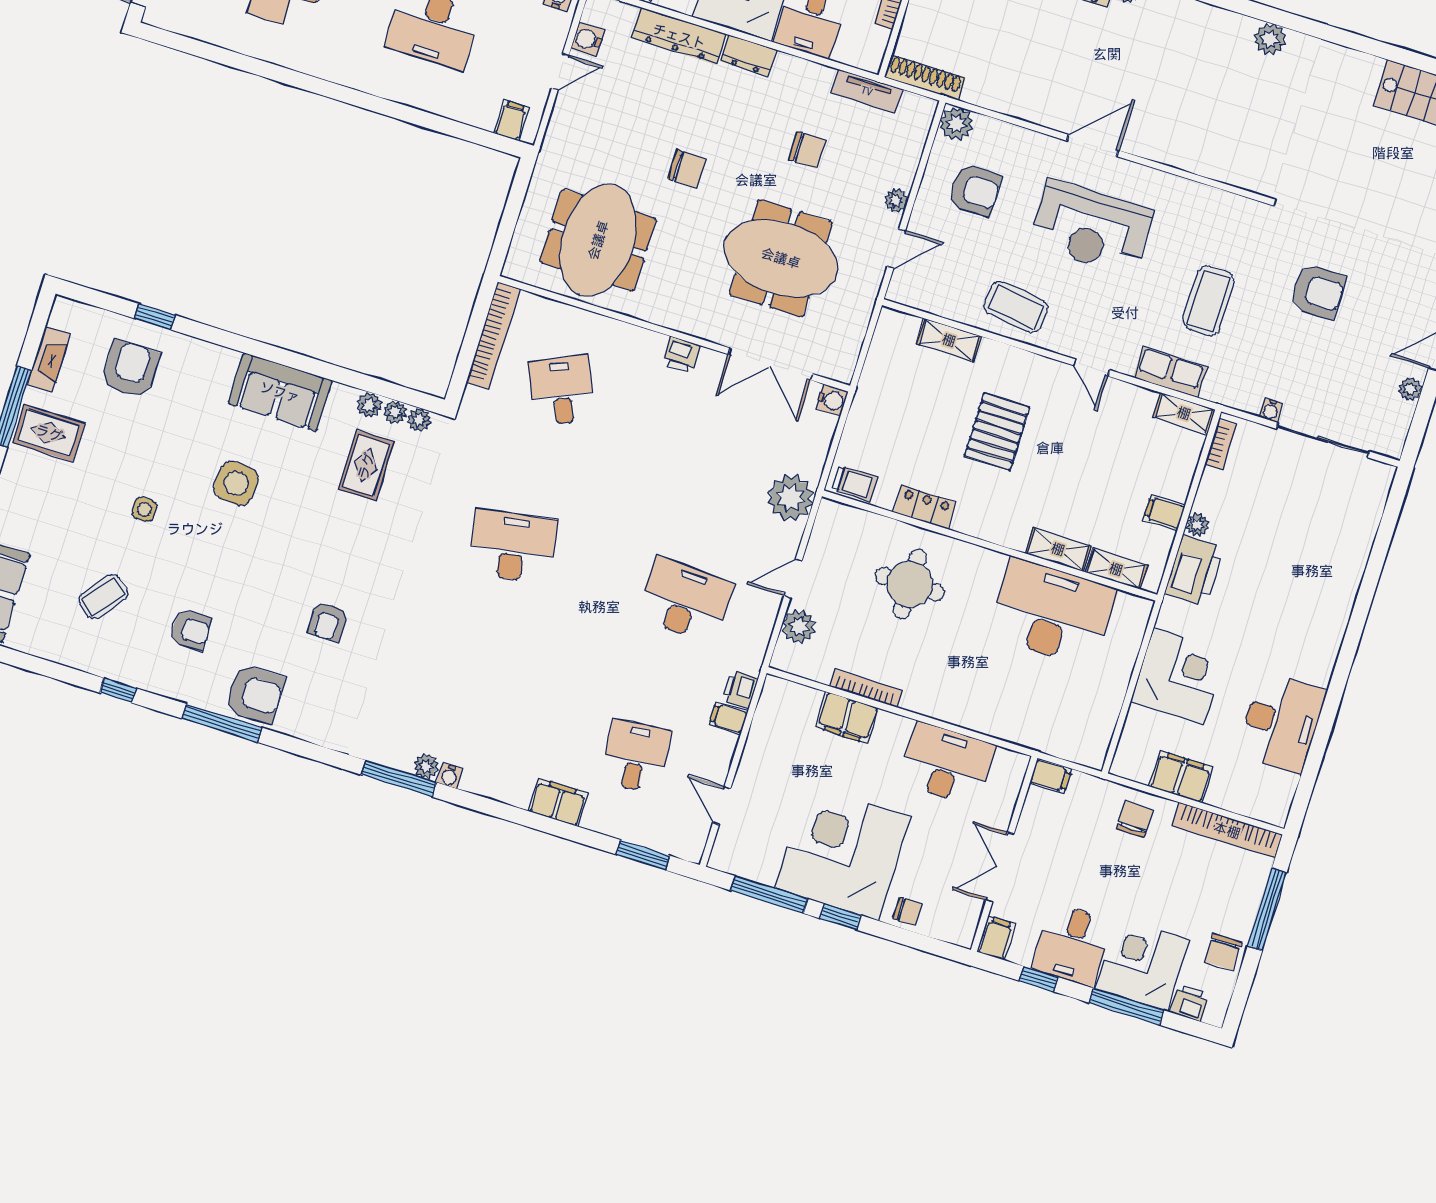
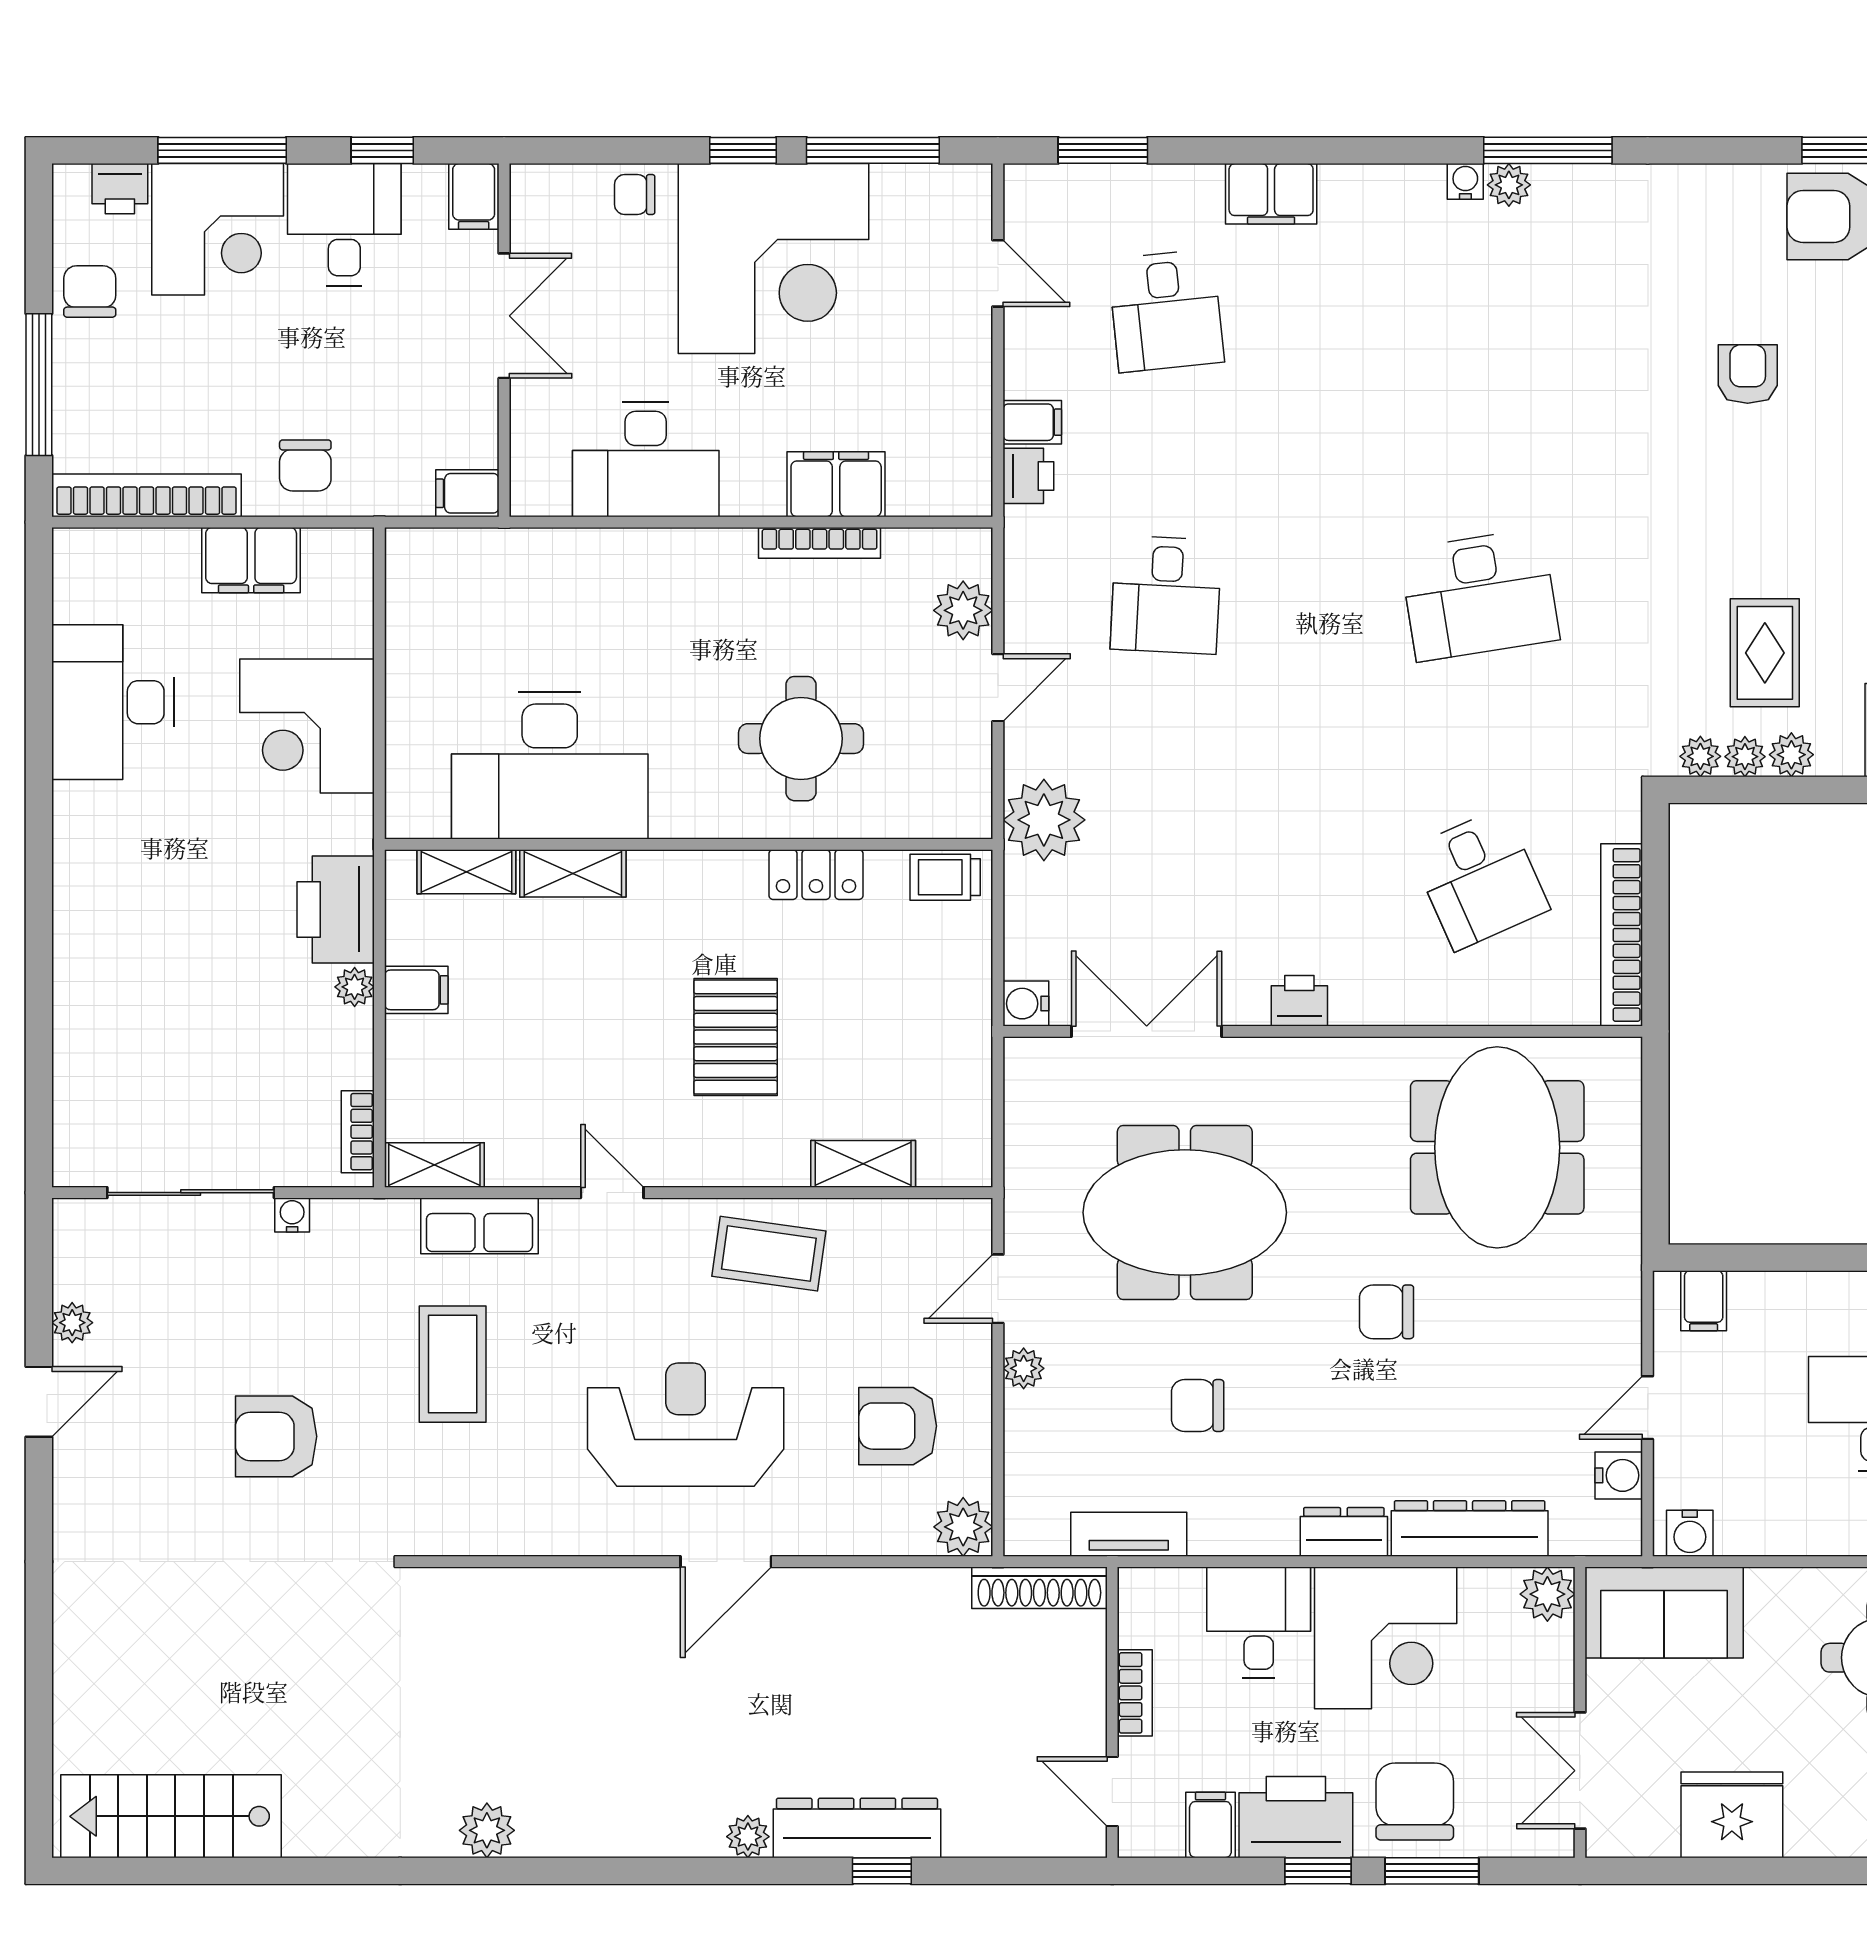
desk: (685, 600) -> (1166, 595), width x0.73

